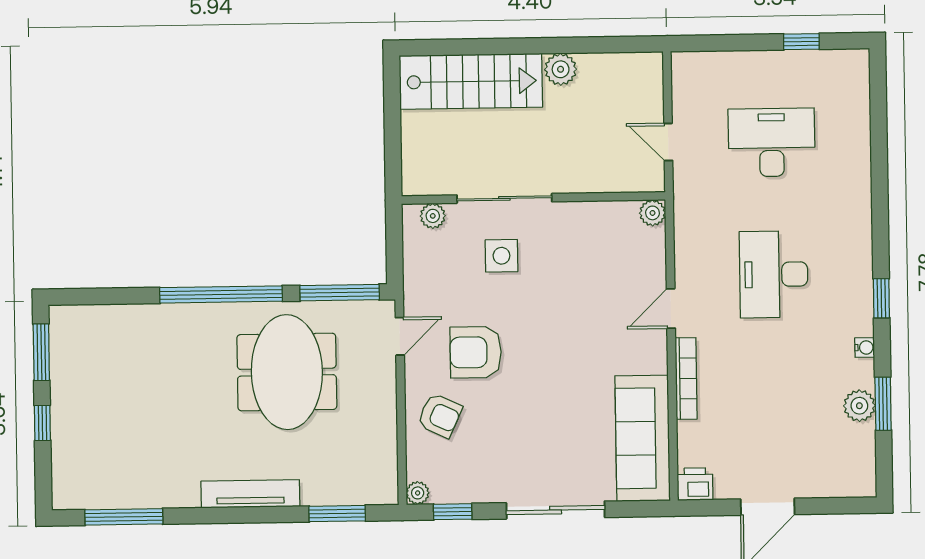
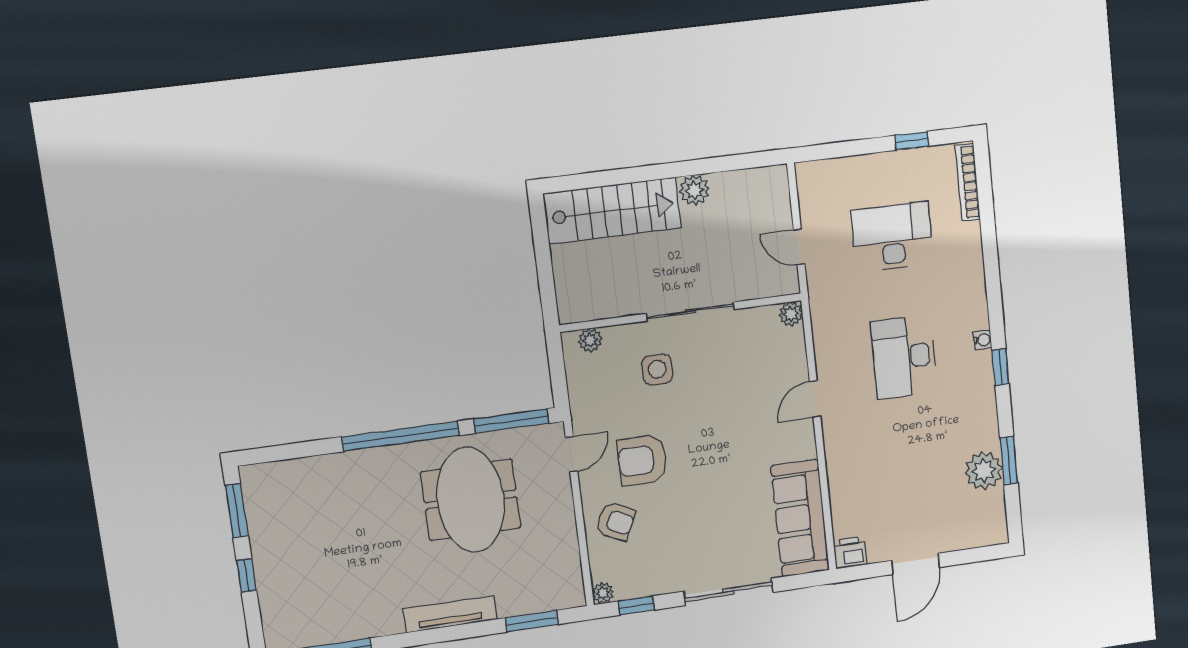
sliding door: (504, 198) -> (690, 311), moved
water cooler: (865, 348) -> (983, 340), moved
bookcase: (686, 378) -> (968, 182), moved, turned 180
plant: (859, 406) -> (984, 471), width x1.36, depth x1.36

